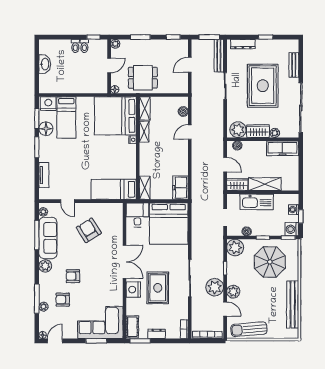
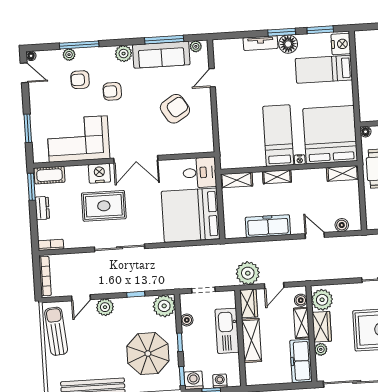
floor lamp: (46, 129) -> (288, 44), moved
shelving: (144, 132) -> (277, 177), moved
shelving: (254, 146) -> (301, 323), added
tv unit: (44, 175) -> (261, 43), moved
freezer: (180, 188) -> (268, 226), moved, width x1.40
bed: (114, 189) -> (278, 136), moved
armchair: (73, 276) -> (112, 91), turned -90
plant: (215, 287) -> (248, 273), moved
armchair: (63, 300) -> (80, 80), turned -90
corner sofa: (100, 322) -> (78, 139), moved, turned -90

